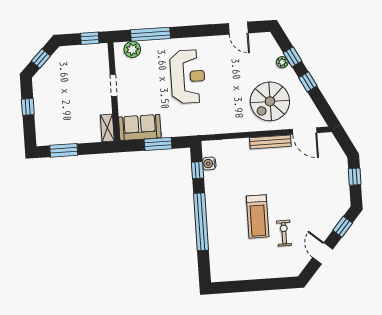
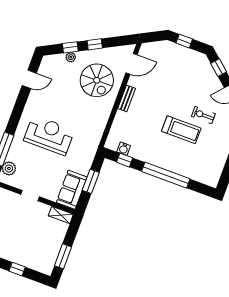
bench: (270, 142) -> (127, 98), width x0.73

